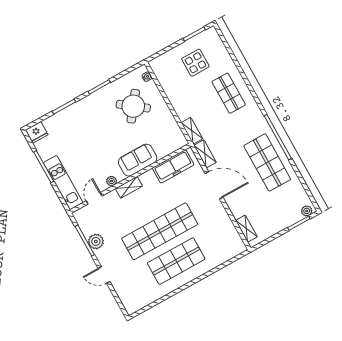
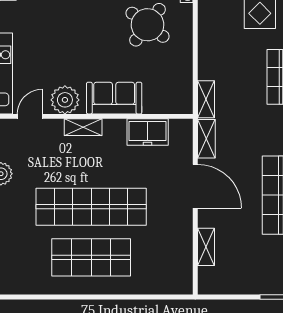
freezer: (173, 166) -> (148, 132), width x0.71
plant: (112, 181) -> (65, 100), width x1.88, depth x1.88
shelving: (246, 229) -> (206, 247), moved

